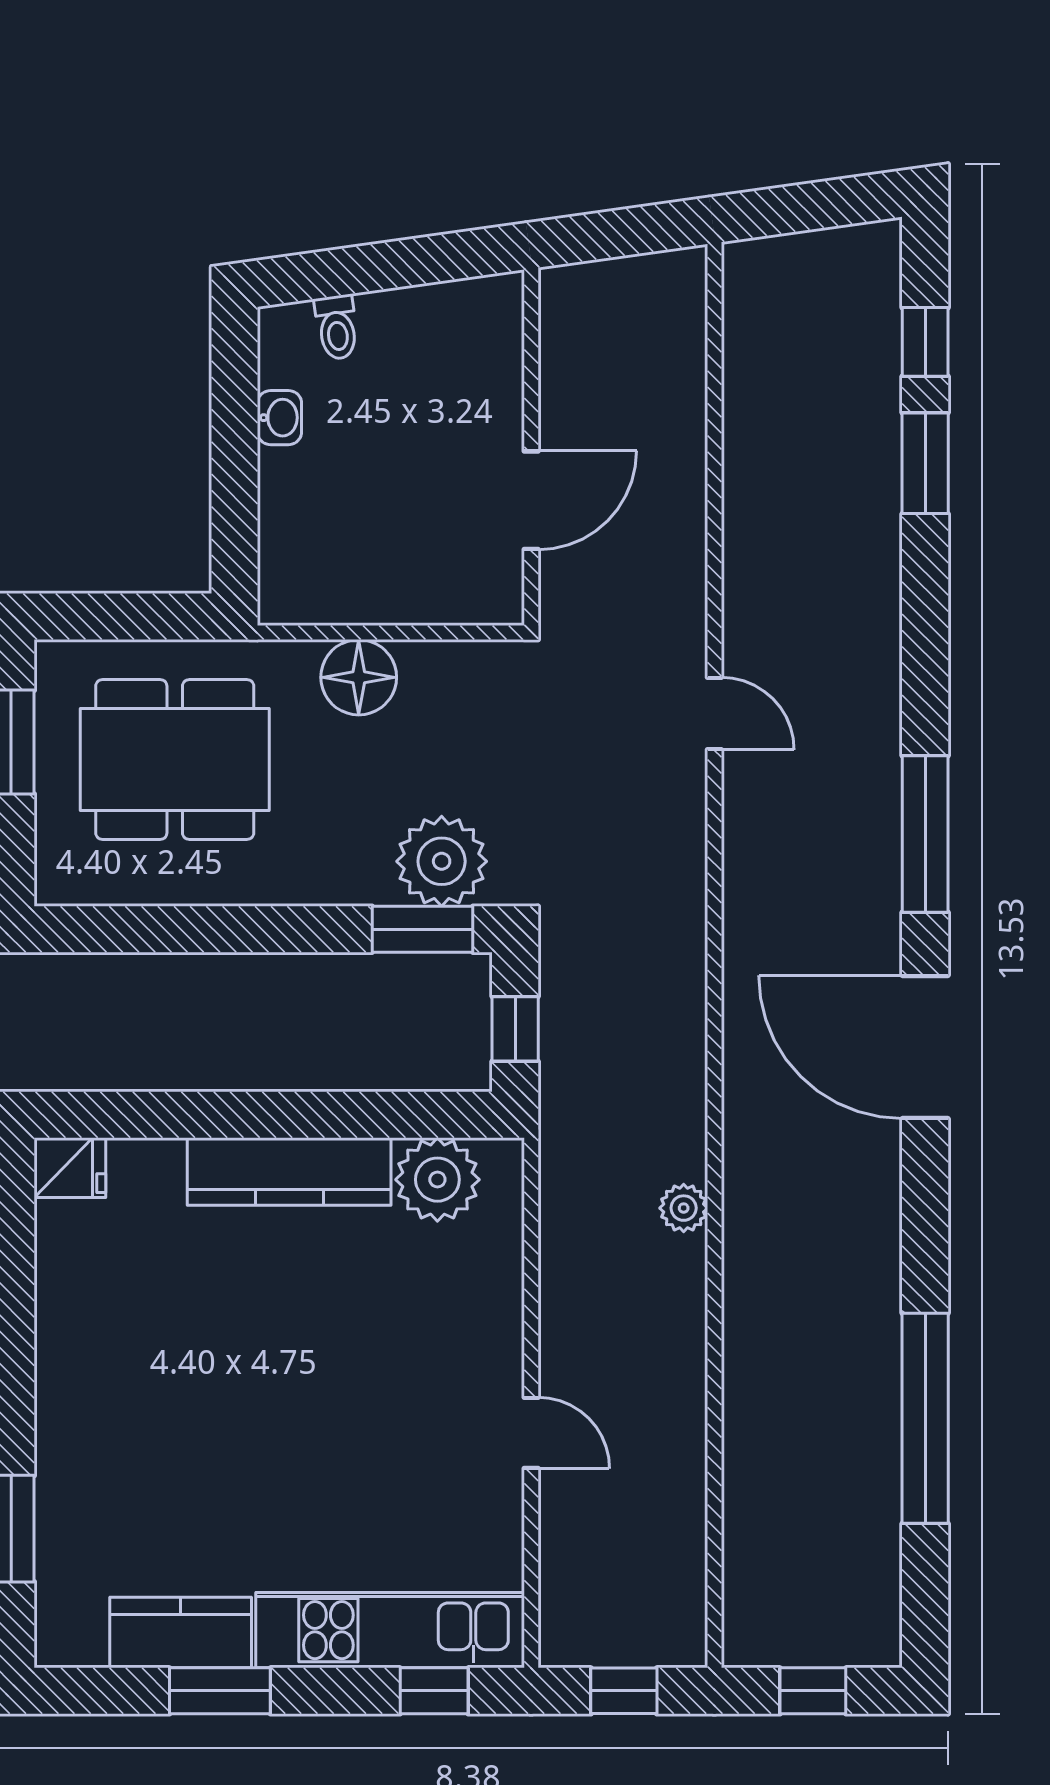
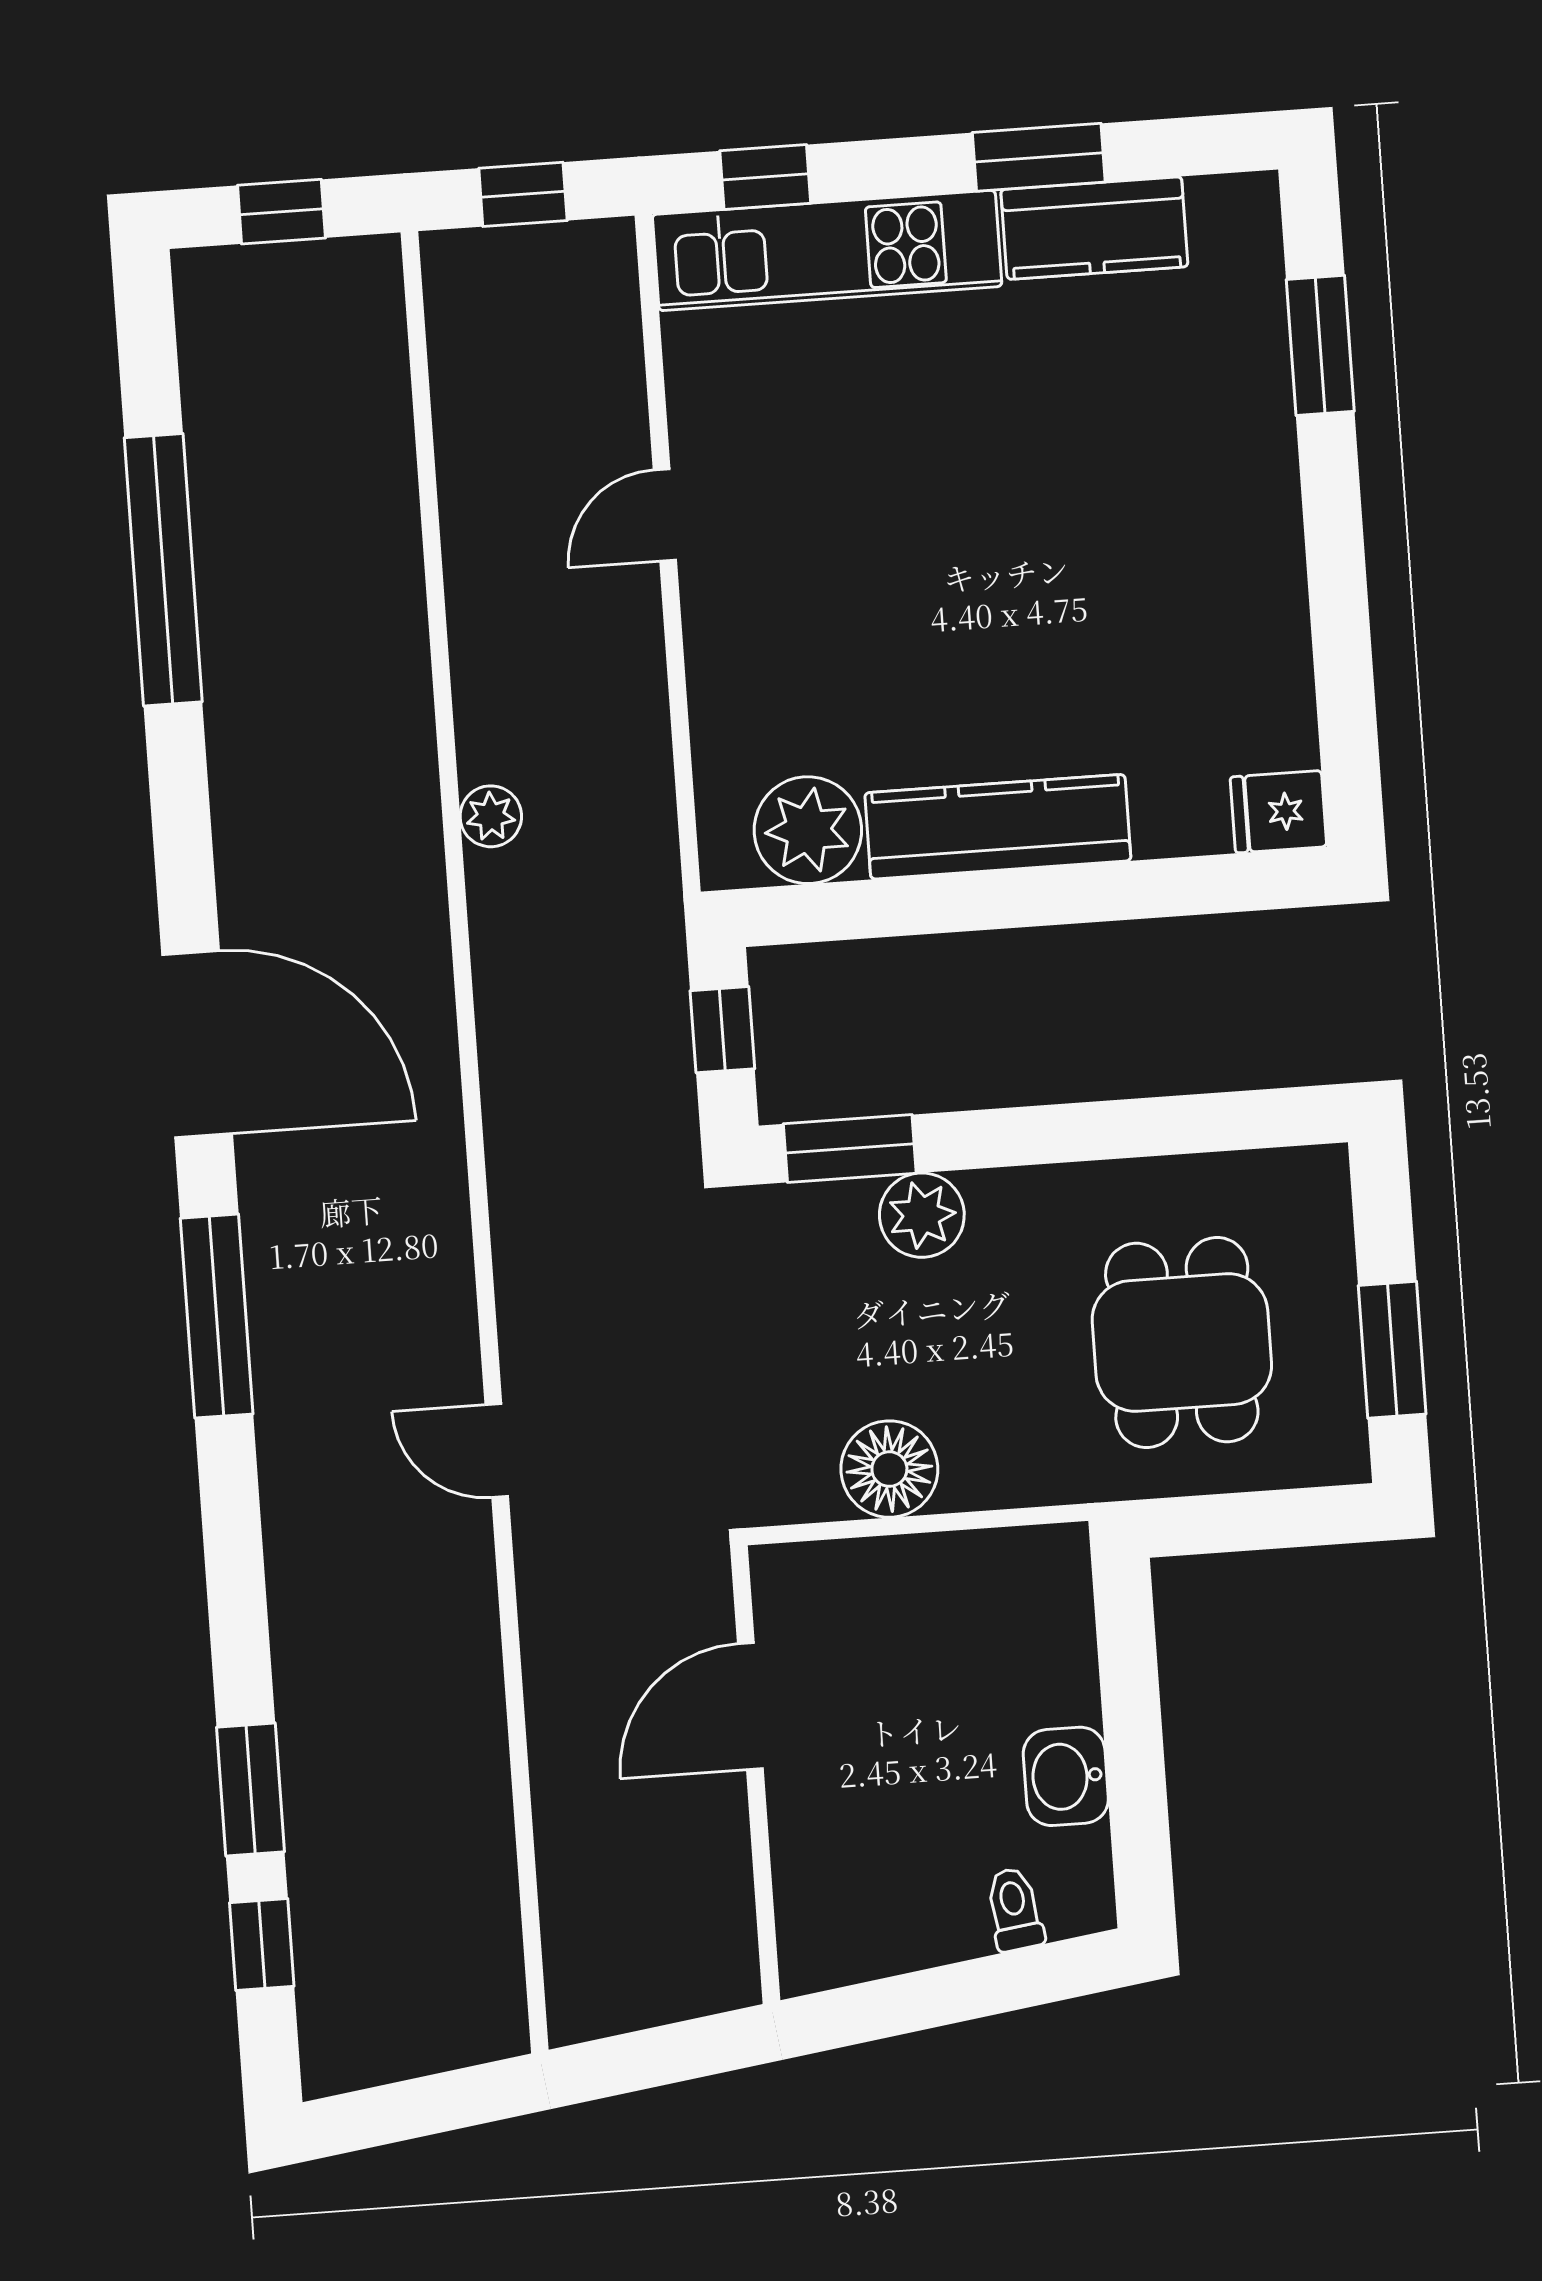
washbasin: (279, 418) -> (1066, 1776), width x1.38, depth x1.45
floor lamp: (359, 677) -> (889, 1469), moved
dining table: (175, 759) -> (1182, 1343), width x0.73
plant: (442, 861) -> (922, 1215), moved, width x0.73, depth x0.73
door: (531, 1433) -> (665, 515), hinge flipped

